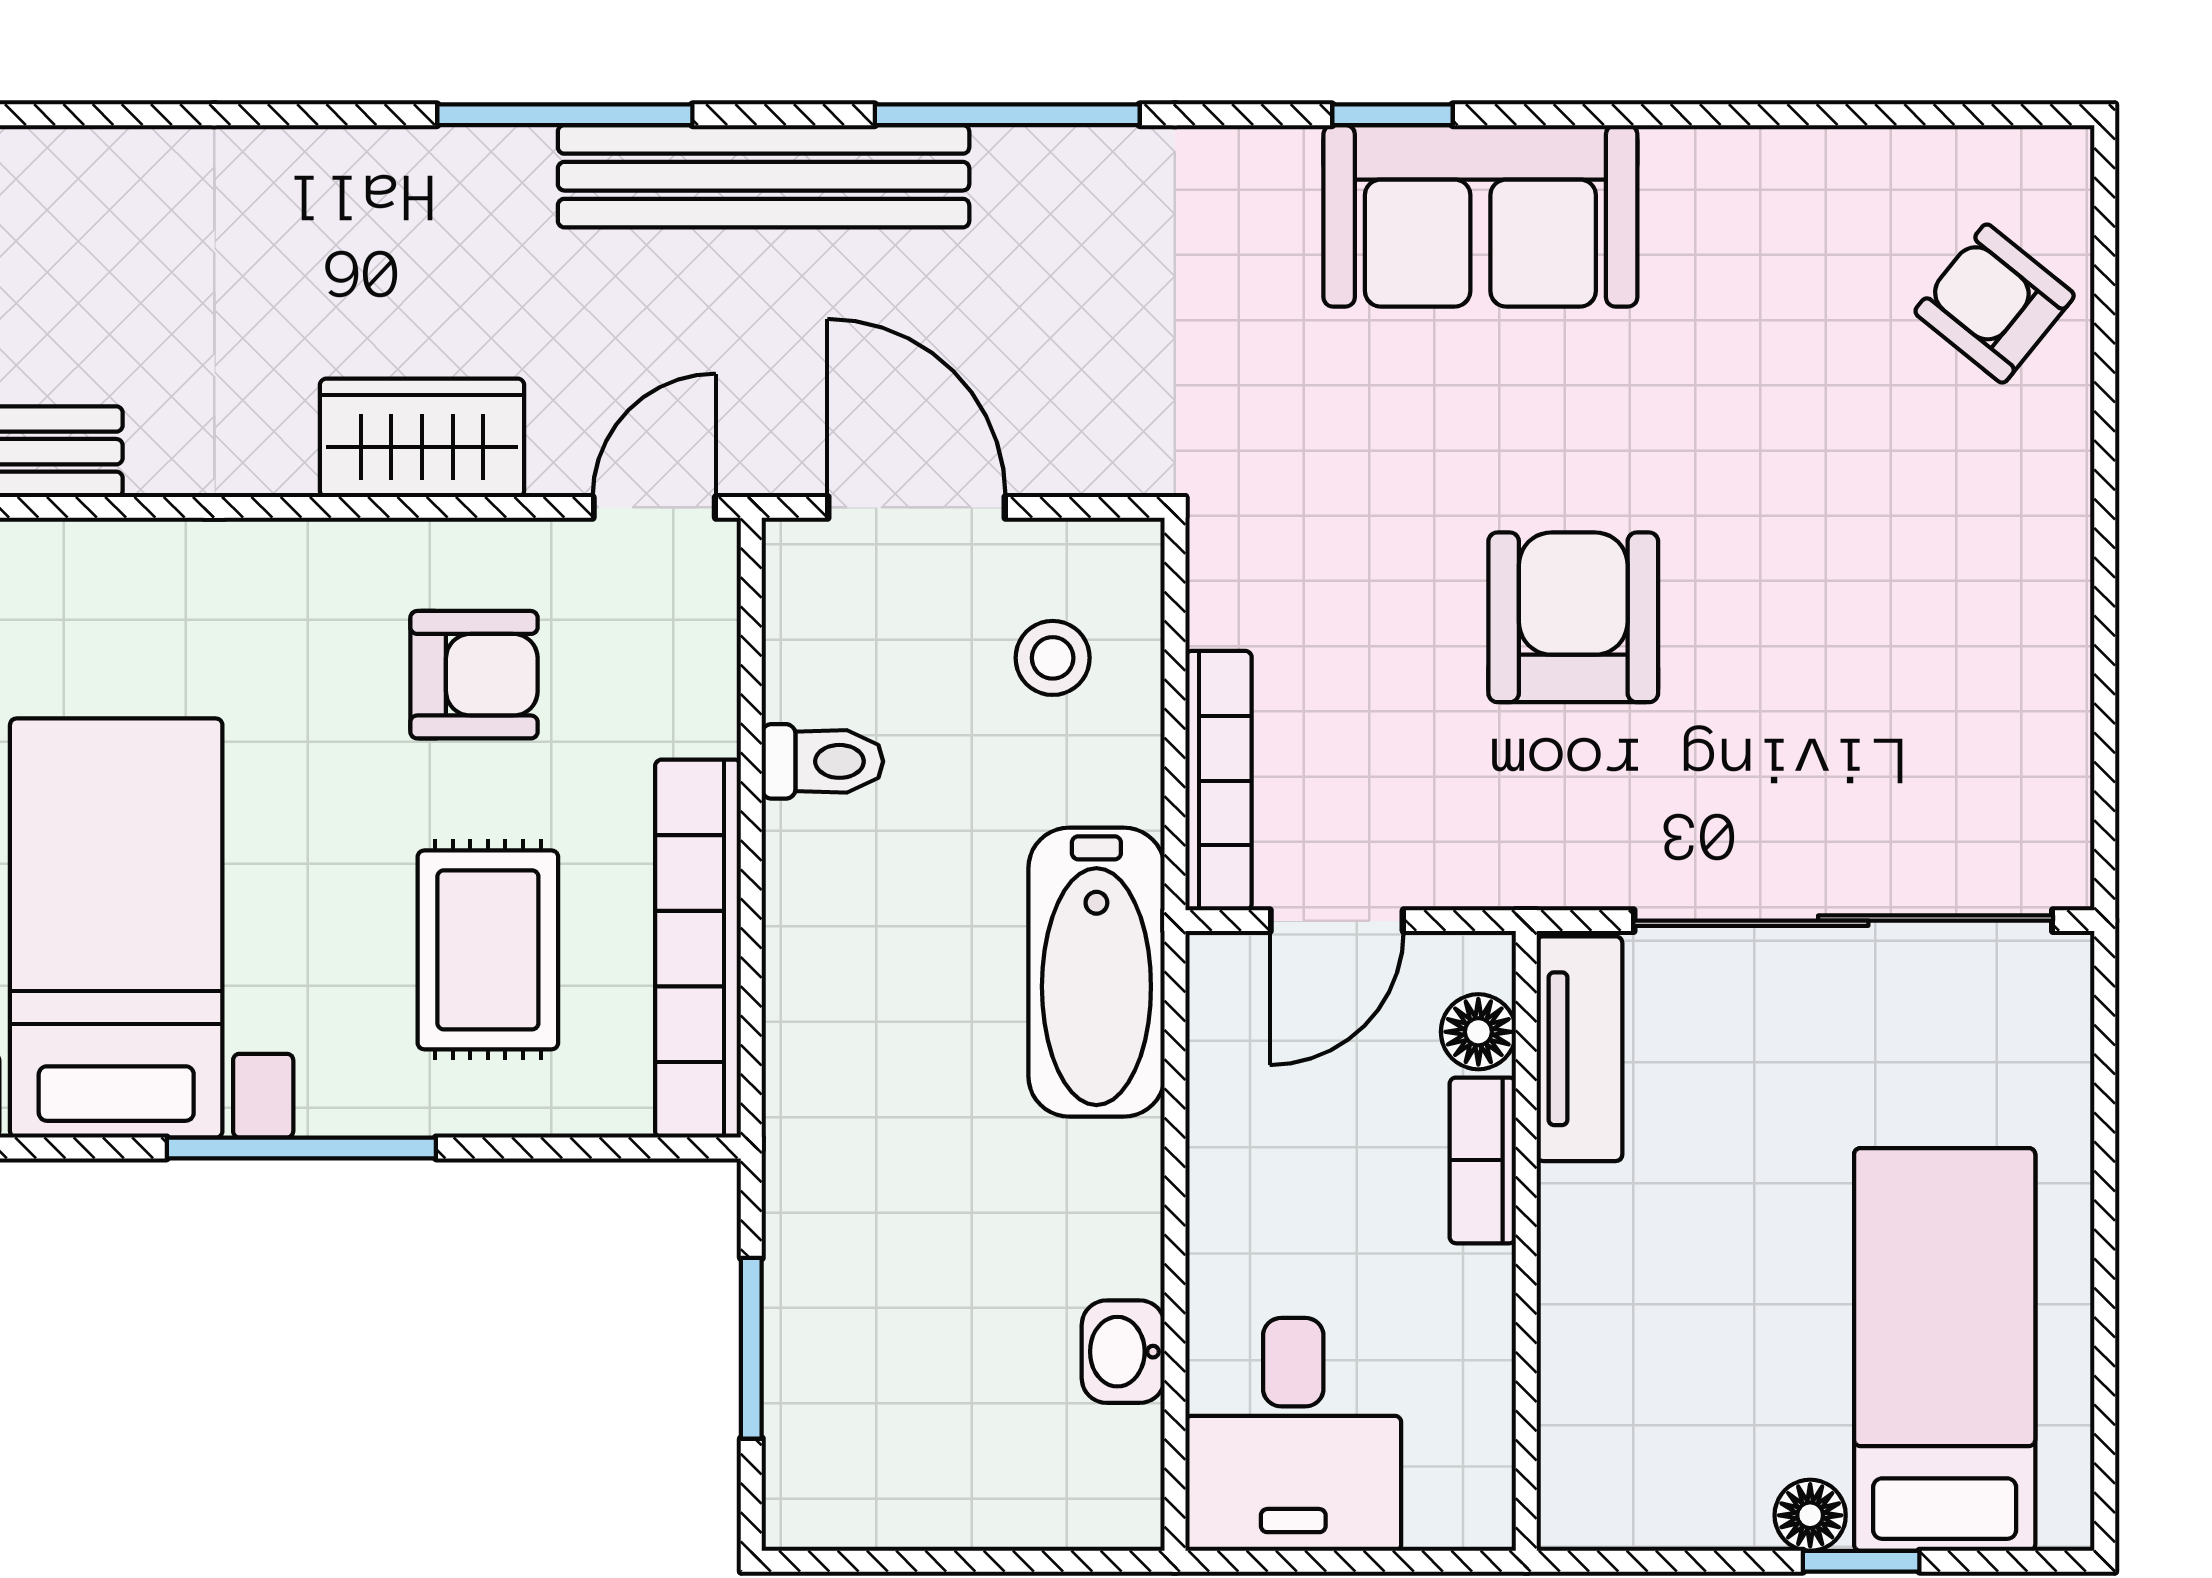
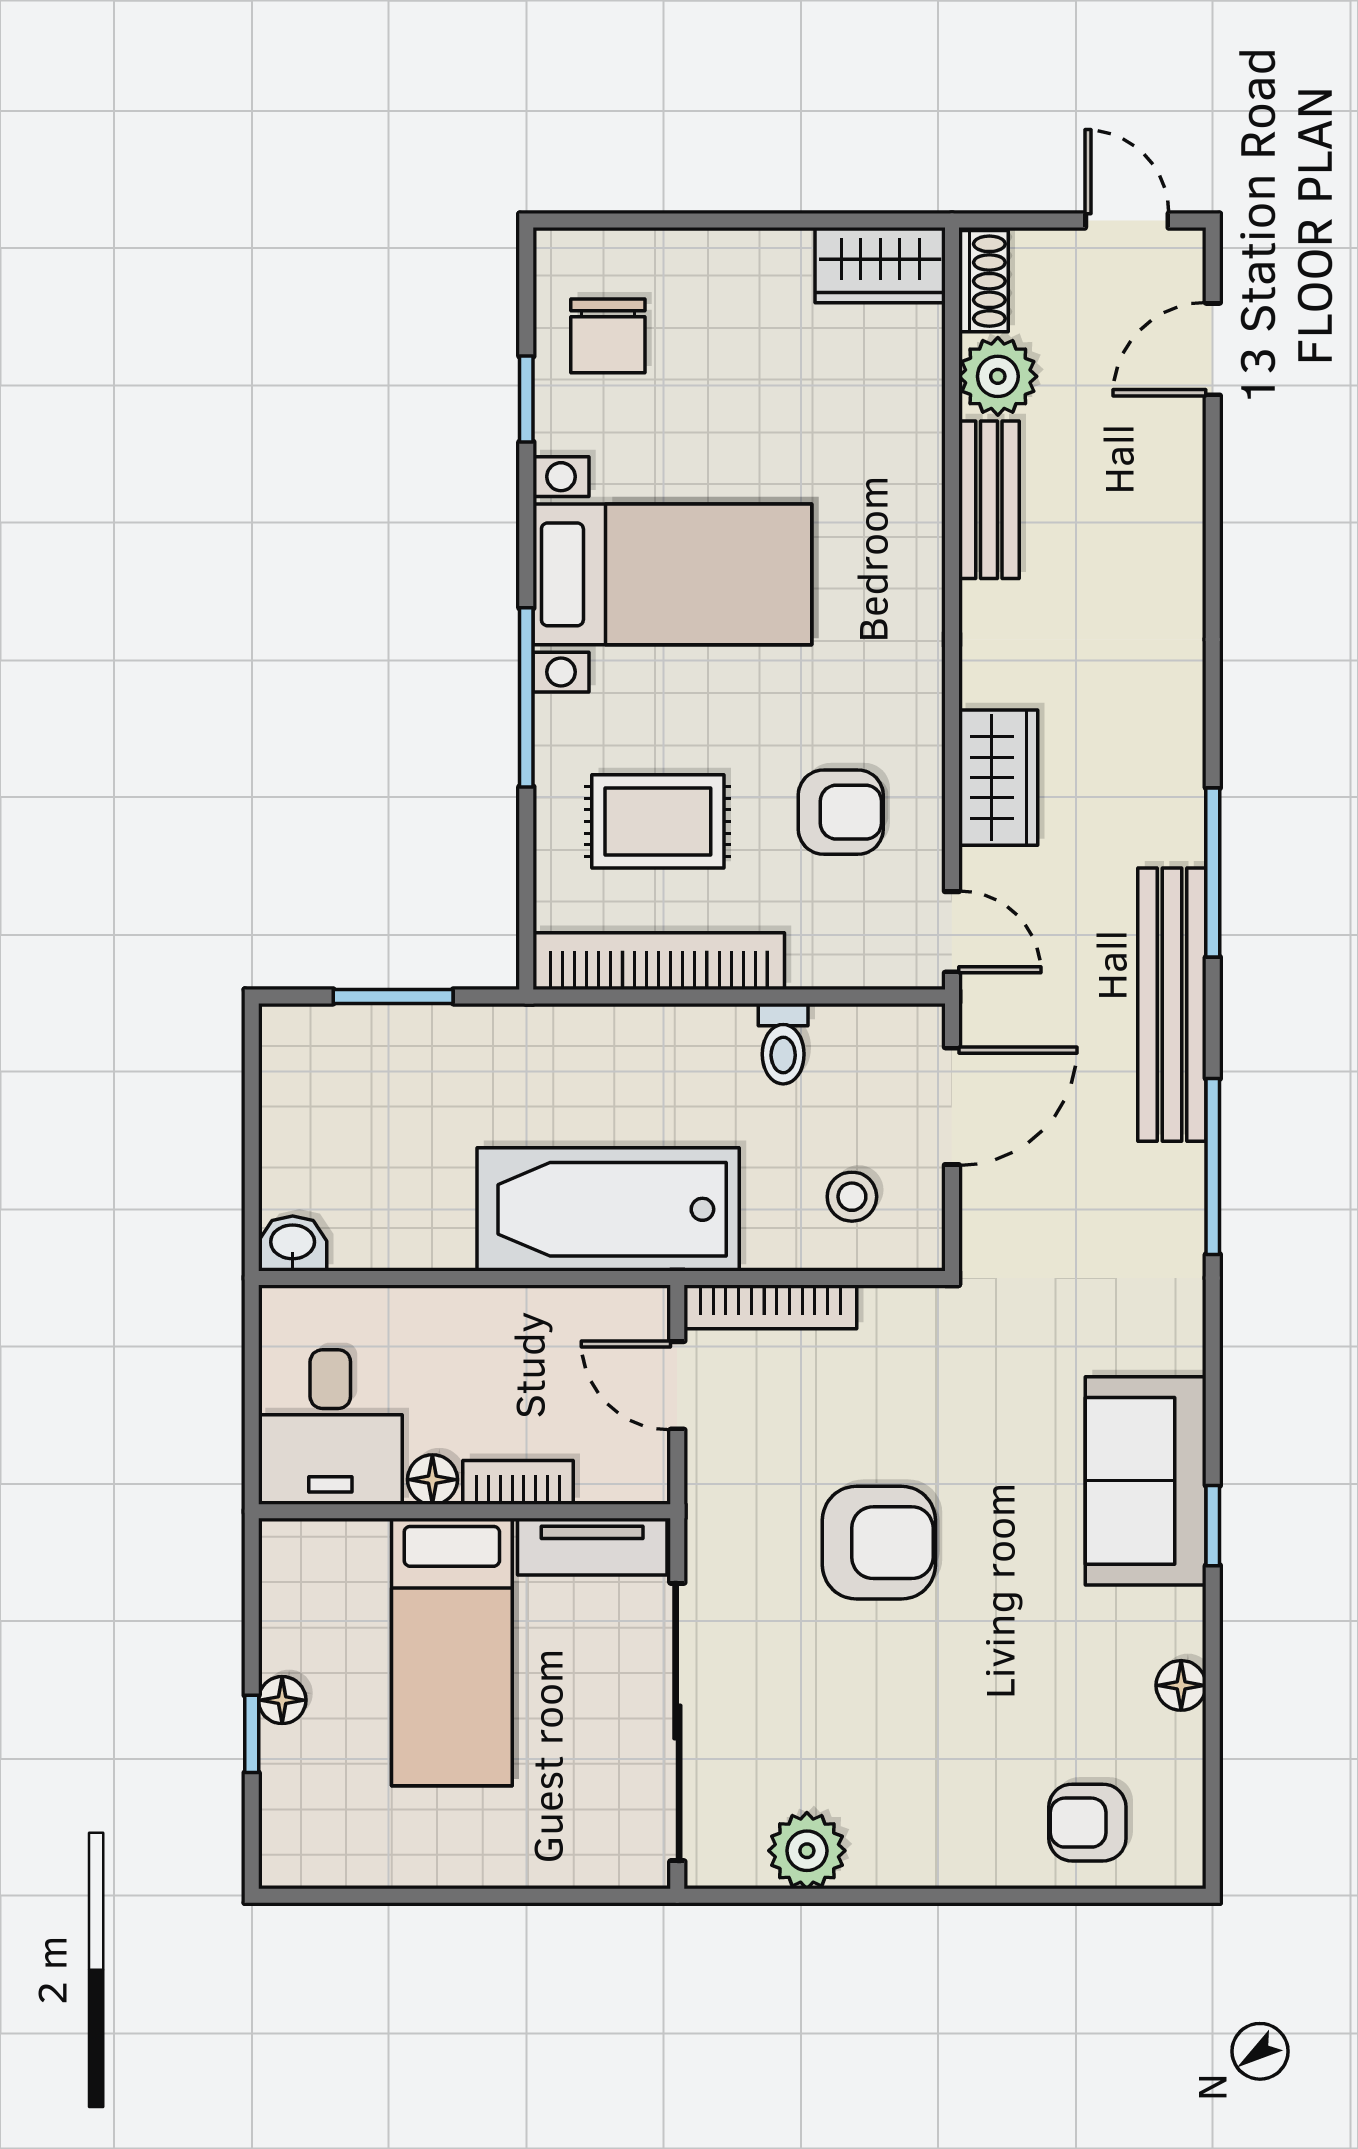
window: (1392, 115) -> (1213, 1526), moved
floor lamp: (1788, 163) -> (1181, 1685), added
armchair: (1995, 304) -> (1087, 1823), turned -129
armchair: (474, 675) -> (841, 812), turned -90
plant: (2037, 726) -> (807, 1851), added
bathtub: (1096, 972) -> (608, 1209), width x1.36, depth x1.36
floor lamp: (1478, 1032) -> (432, 1480), moved
bed: (1945, 1349) -> (452, 1652), moved, turned 90
washbasin: (1123, 1352) -> (293, 1244), moved
desk: (1293, 1434) -> (330, 1427), moved, turned -90

